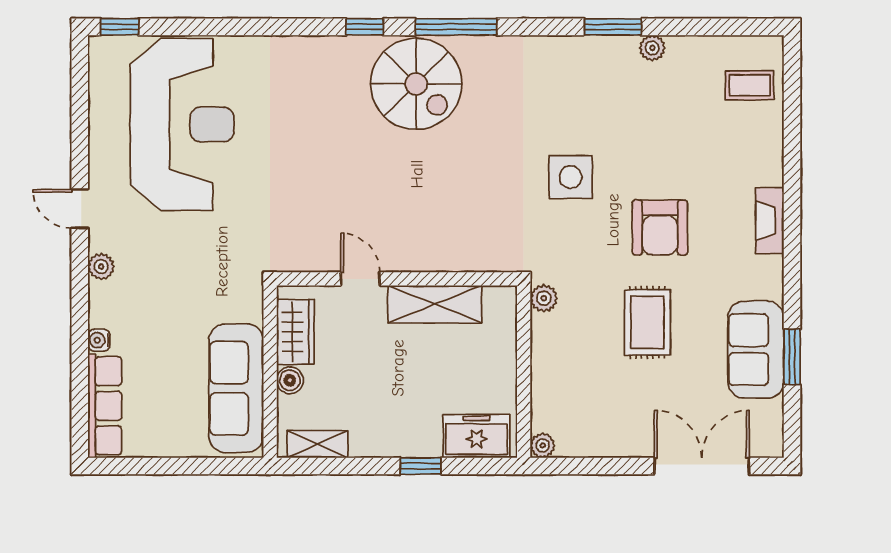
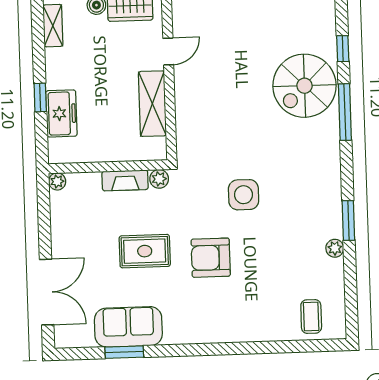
fireplace: (770, 221) -> (125, 180), moved, turned 180
freezer: (477, 436) -> (61, 113), moved

